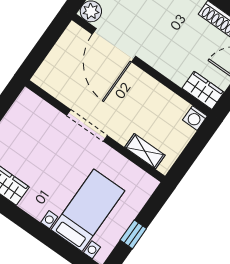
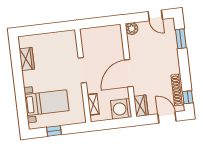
door: (114, 45) -> (129, 73), moved
washing machine: (195, 118) -> (121, 109), width x1.89, depth x1.89

